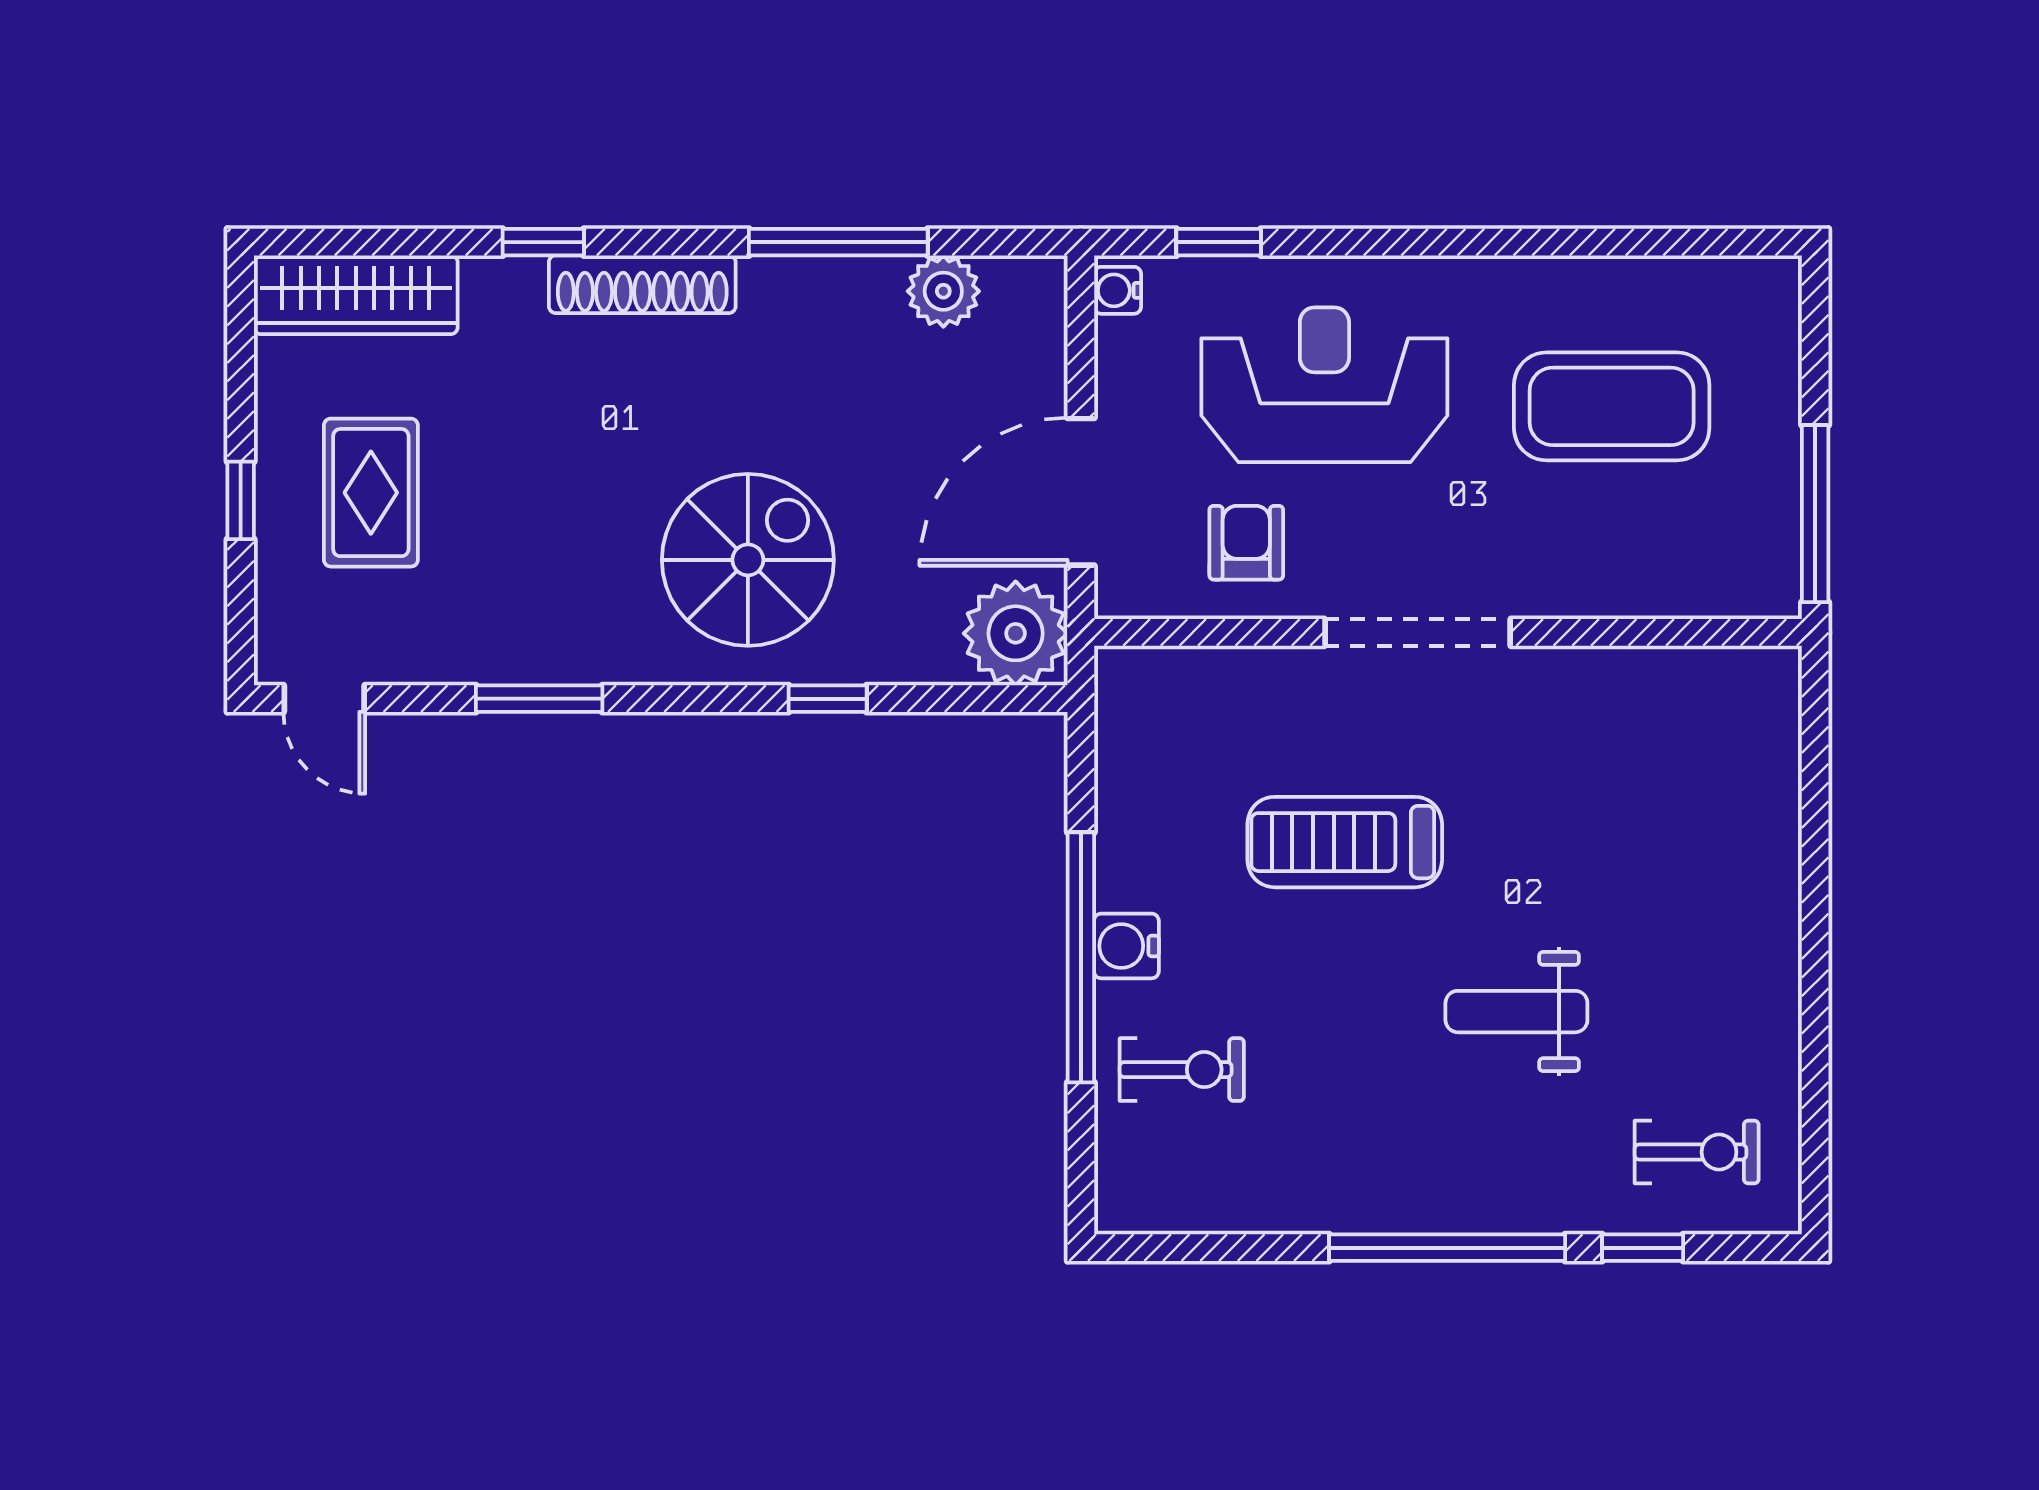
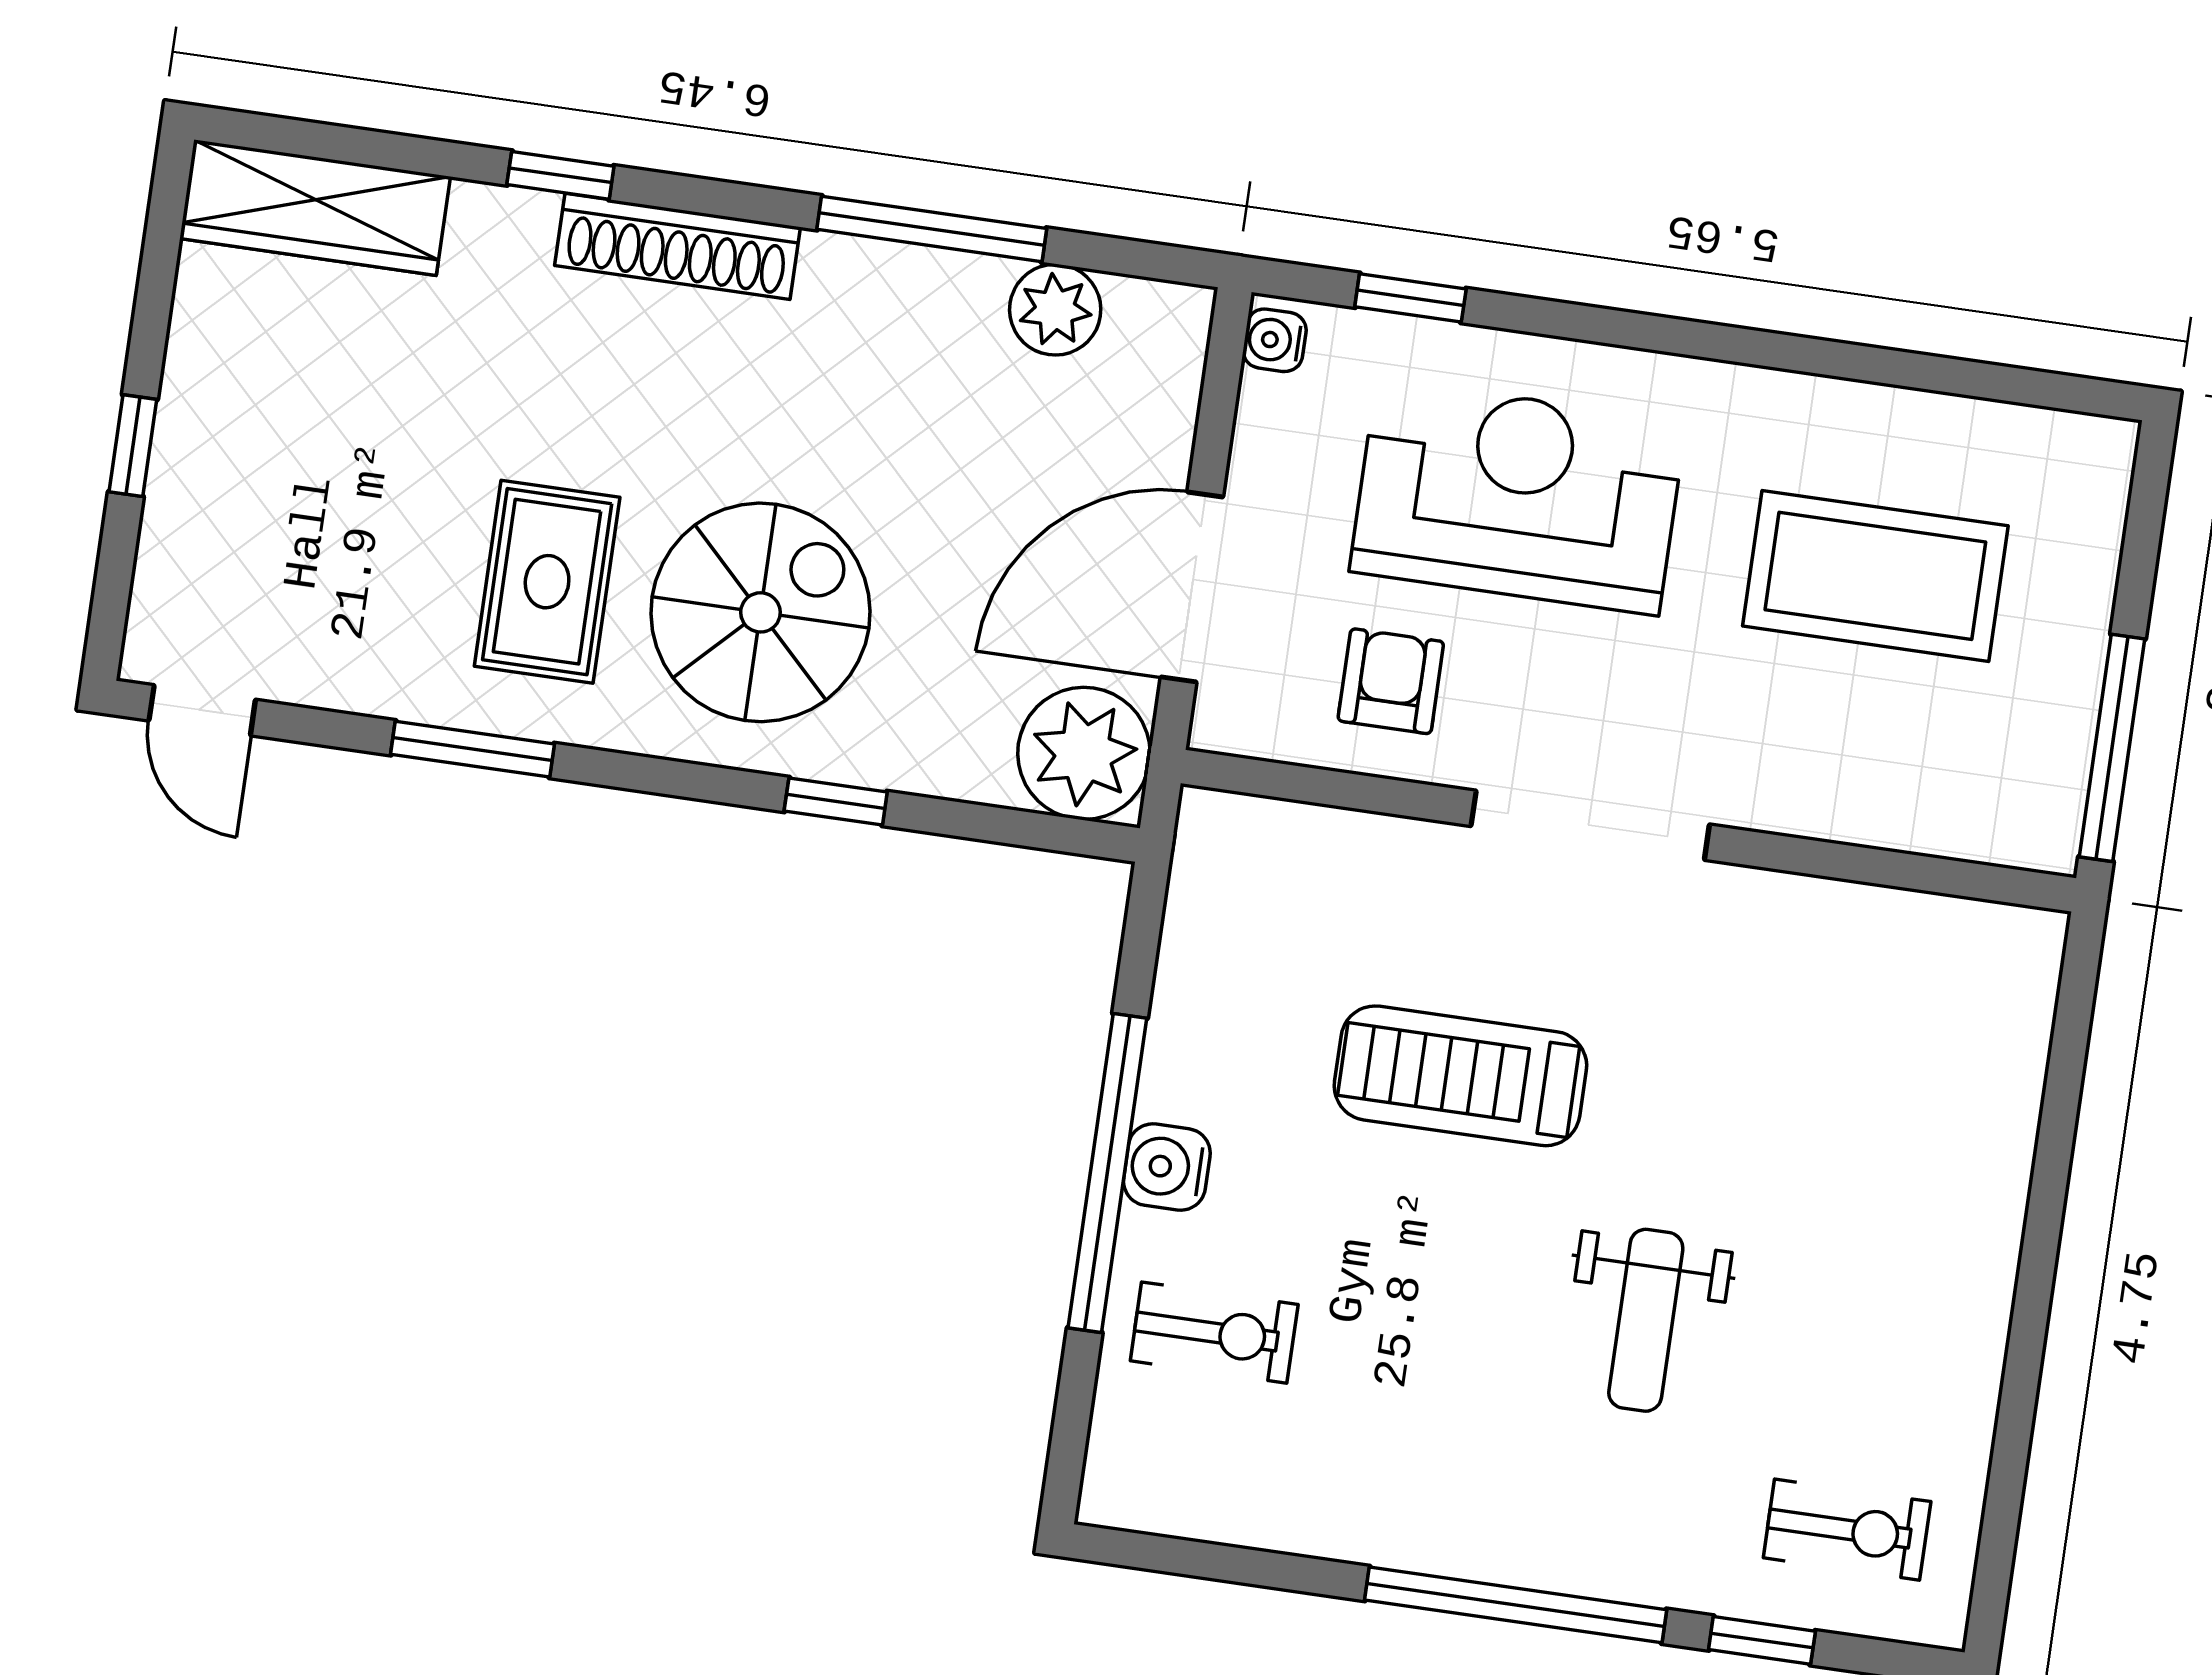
rug: (371, 493) -> (547, 582), moved
weight bench: (1516, 1012) -> (1646, 1320), turned -90

